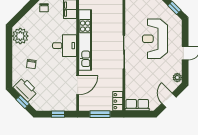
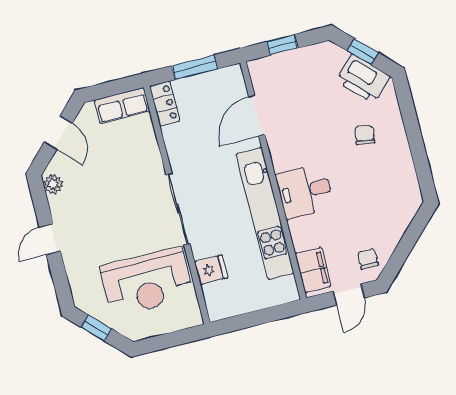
fridge: (116, 21) -> (211, 270), added
plant: (20, 36) -> (402, 187), removed
reception desk: (155, 39) -> (147, 282), moved, turned 90

